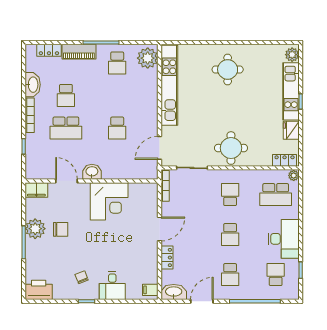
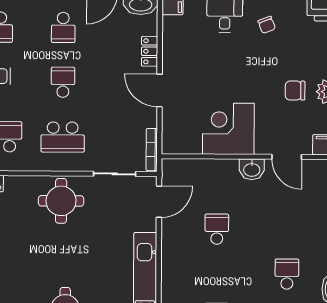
school desk: (66, 128) -> (287, 229), removed
school desk: (230, 195) -> (63, 137), width x1.85
door: (160, 229) -> (160, 90), hinge flipped
school desk: (230, 275) -> (63, 27), turned 180

